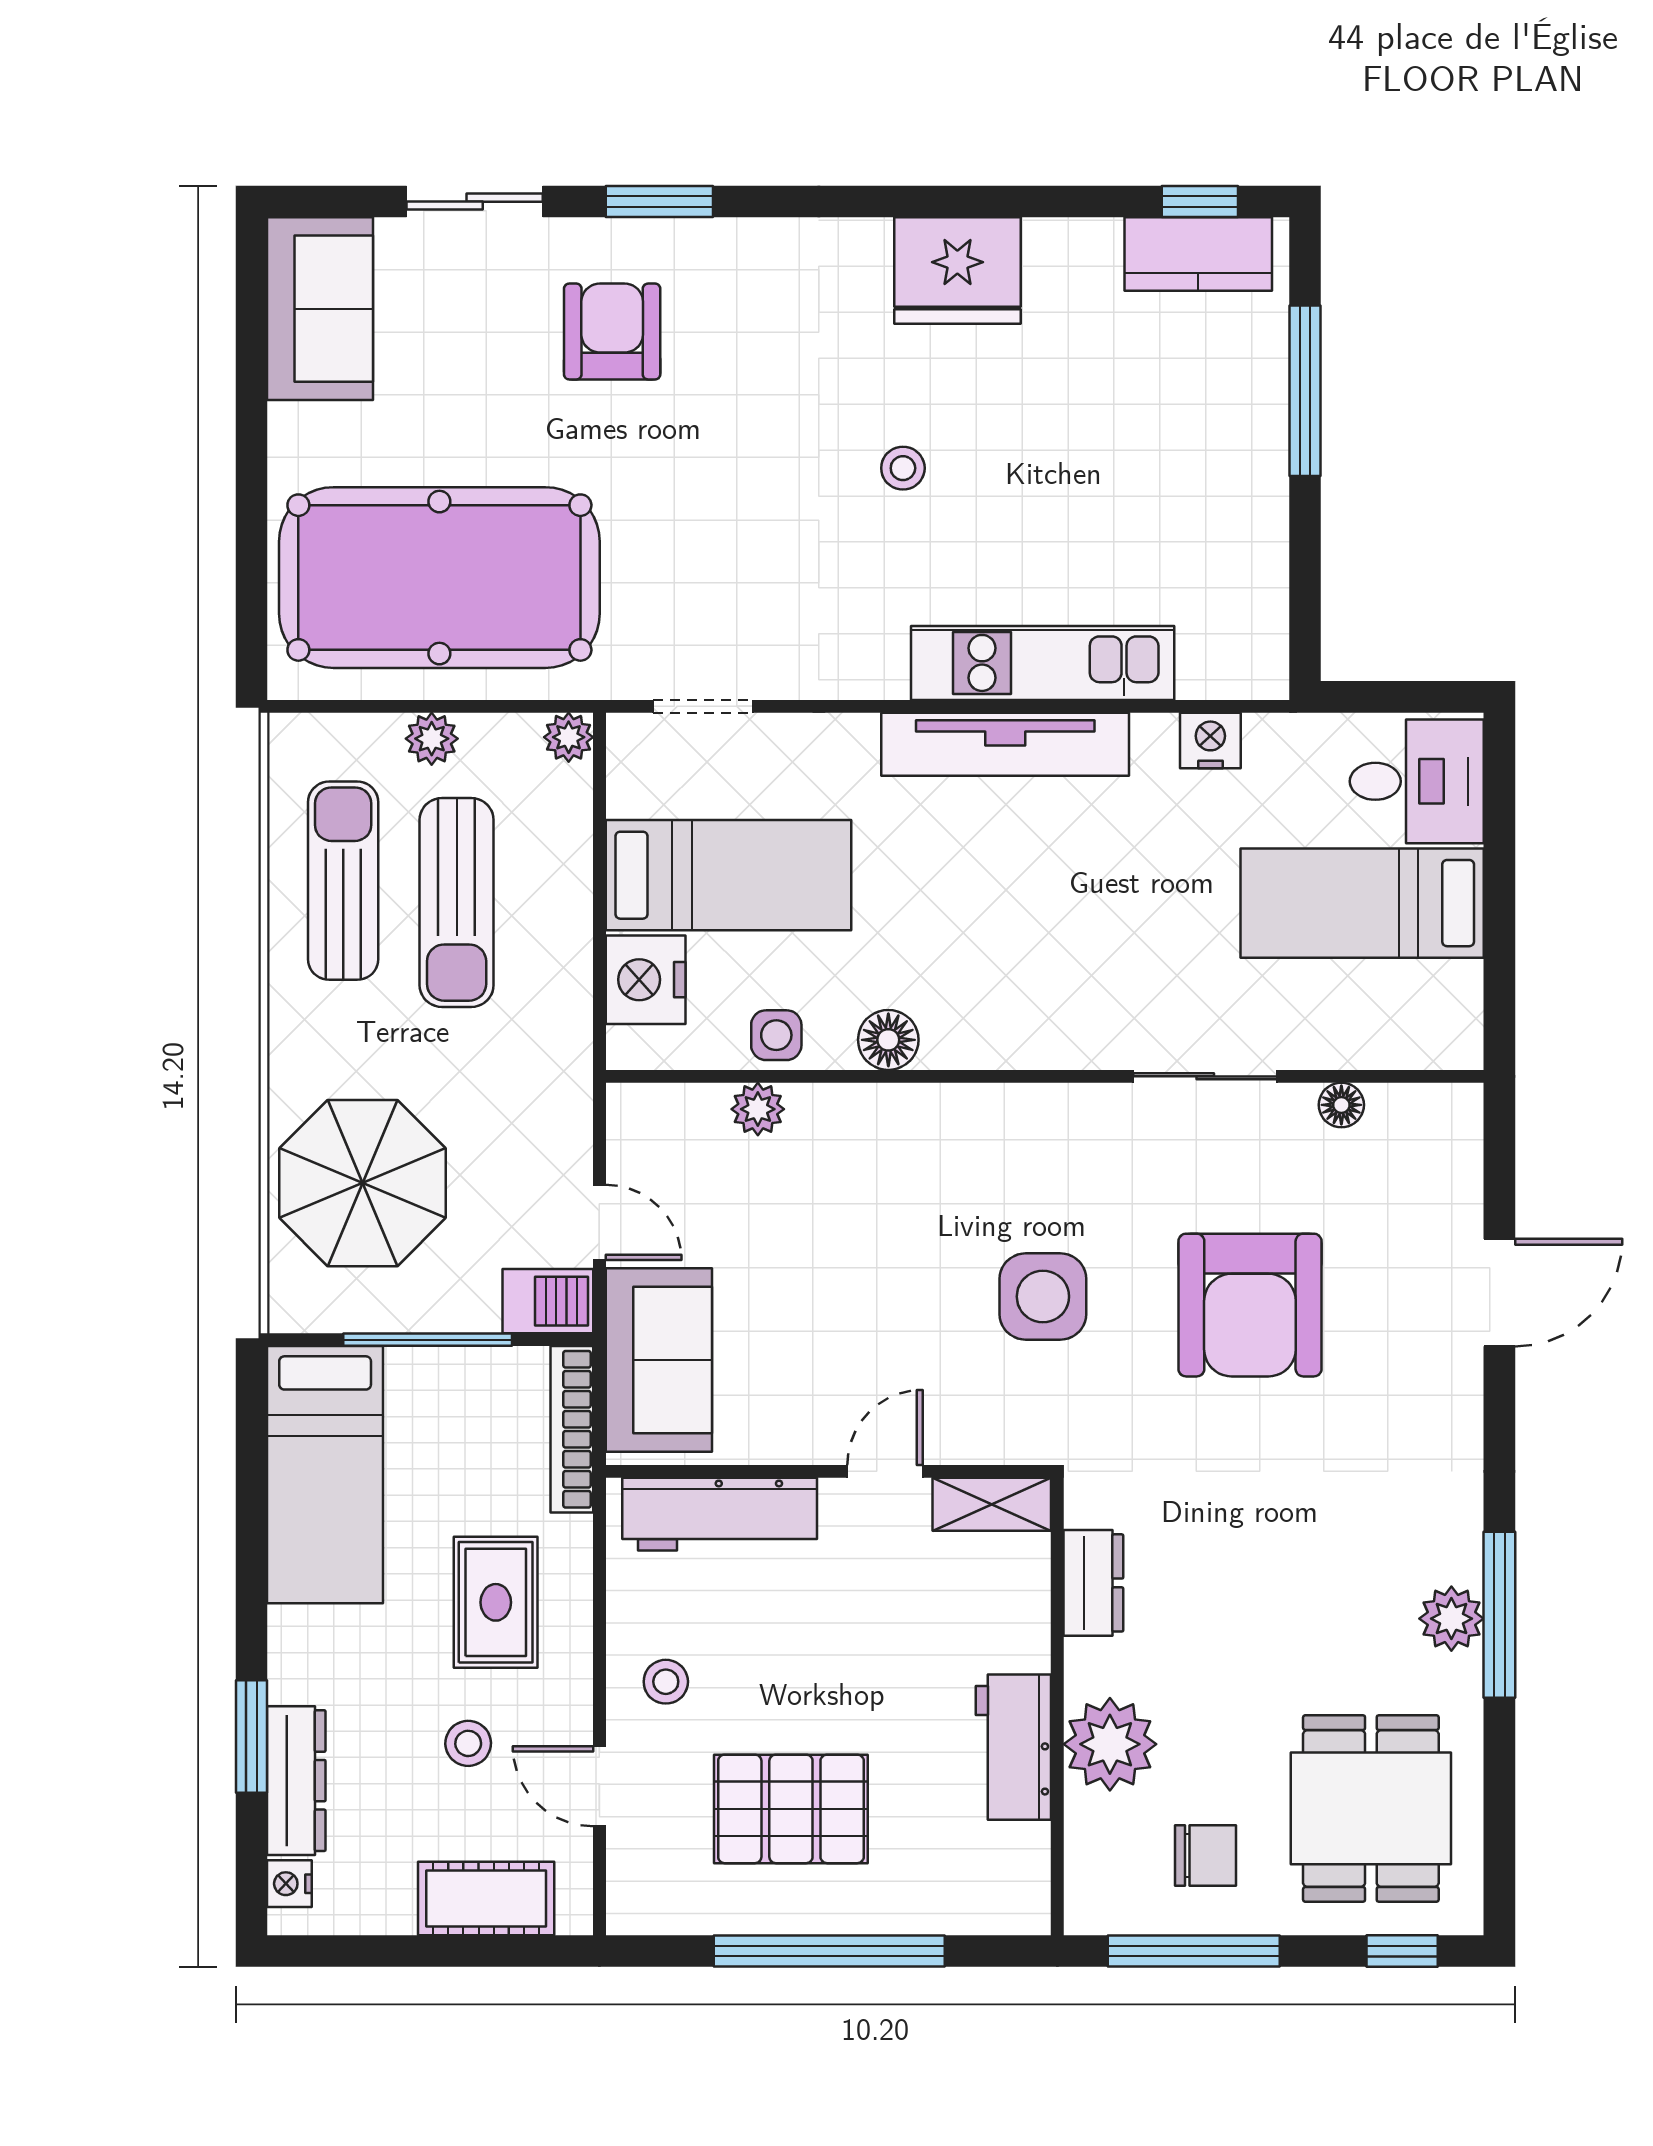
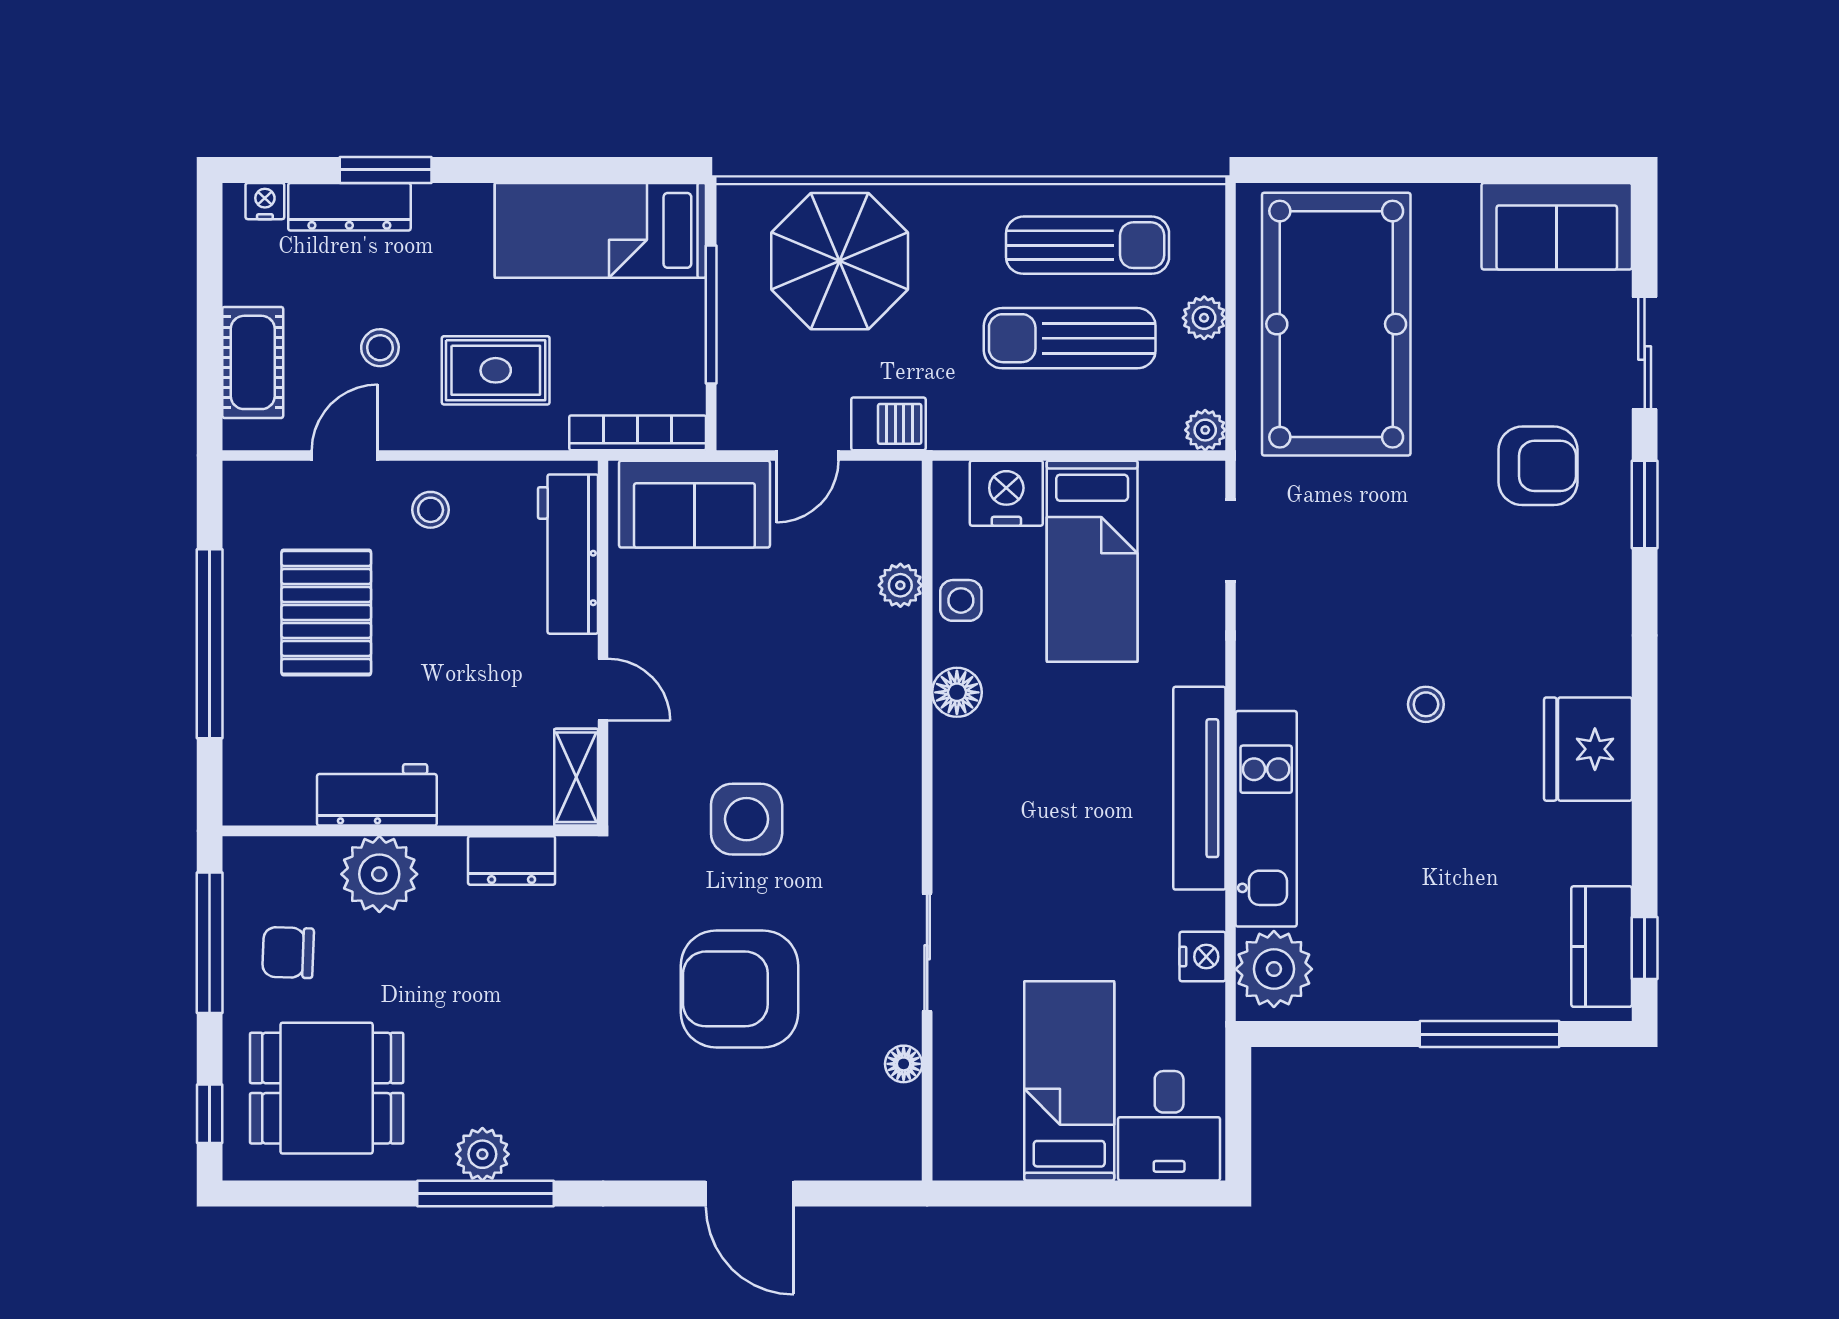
plant: (1226, 653) -> (1274, 969), added
barbecue: (548, 1301) -> (888, 424), moved, turned -90
chair: (1206, 1855) -> (288, 953), turned 92

